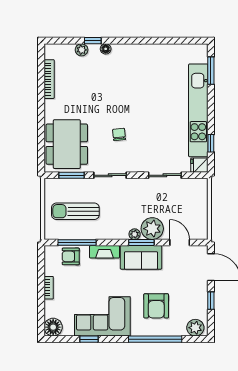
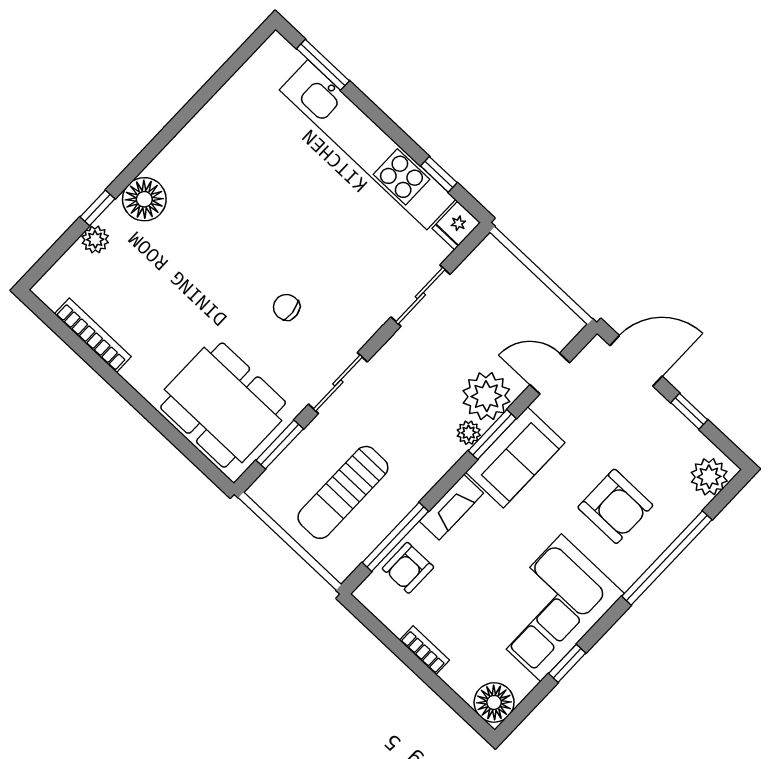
floor lamp: (106, 49) -> (144, 199), width x1.89, depth x1.89

